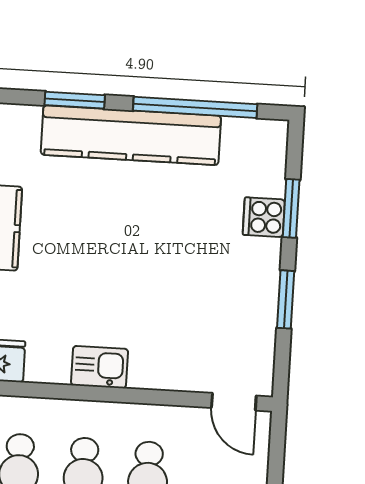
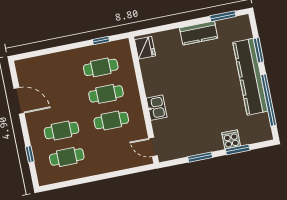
kitchen sink: (100, 367) -> (157, 108), moved
door: (234, 402) -> (153, 147), hinge flipped

